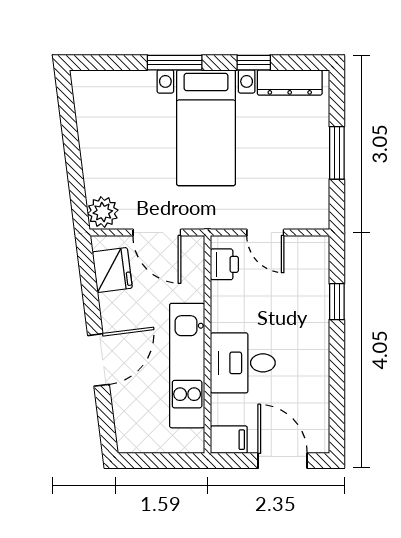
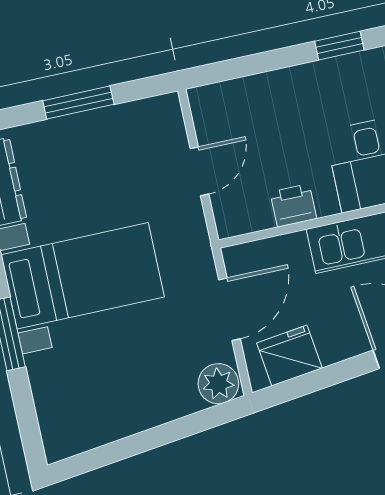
printer: (224, 264) -> (293, 205), moved
window: (337, 302) -> (339, 46), moved

